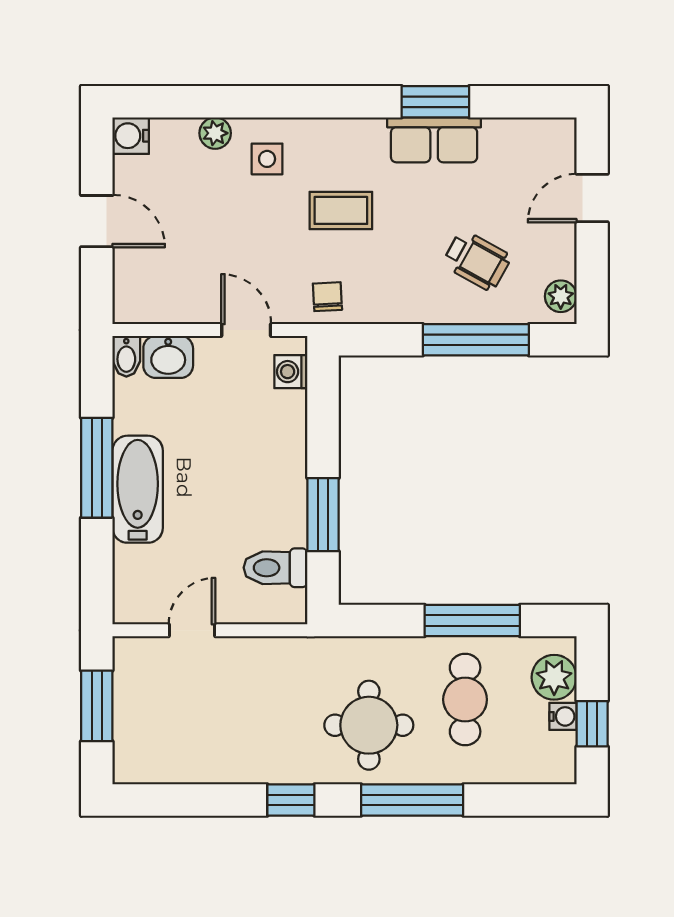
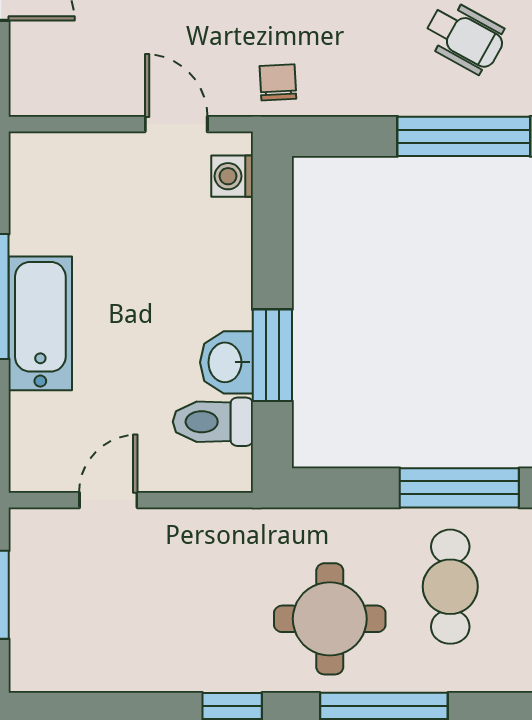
bidet: (126, 356) -> (26, 157), removed
washbasin: (168, 357) -> (226, 362), moved, turned 90

